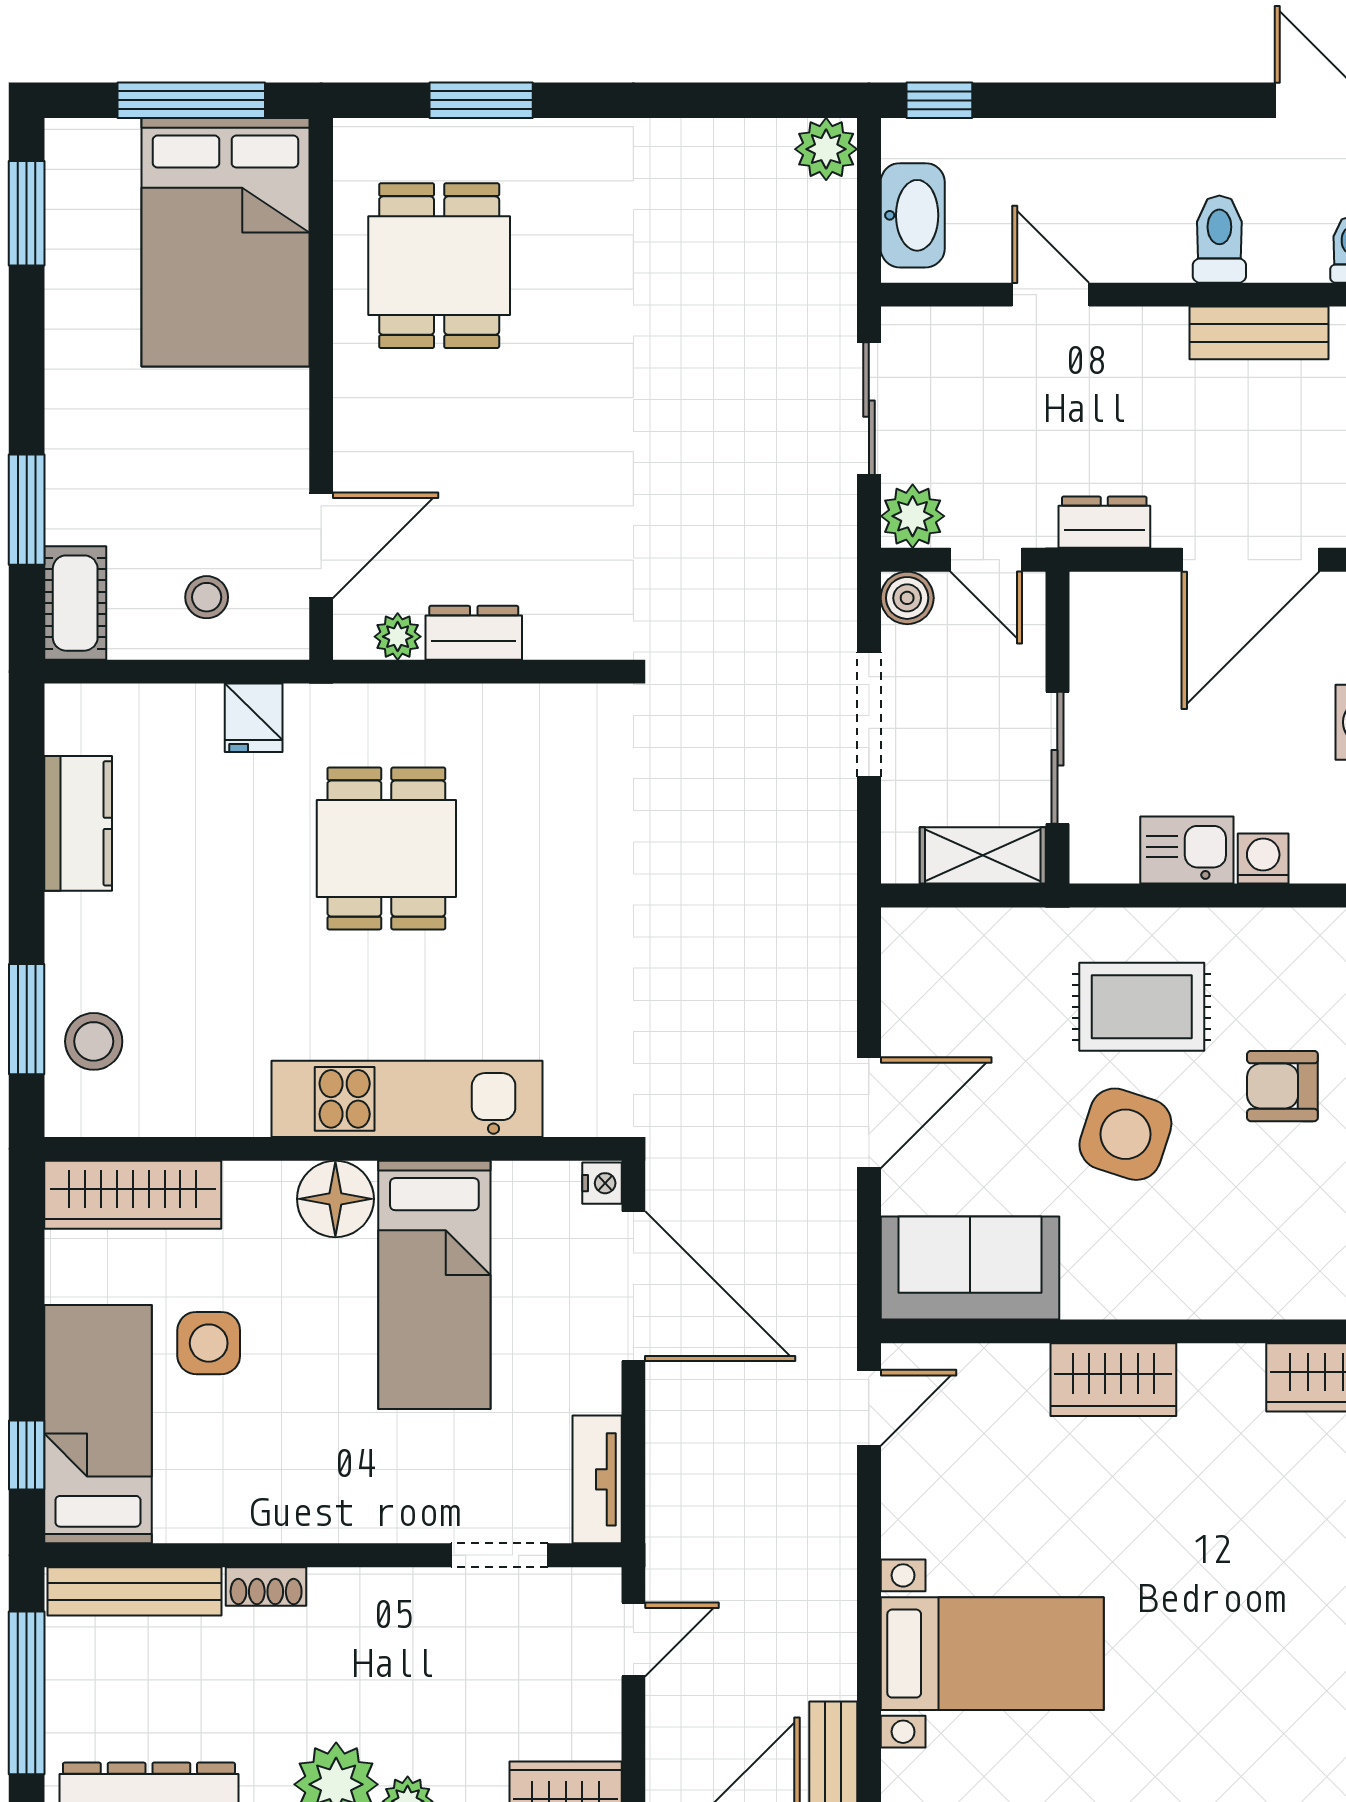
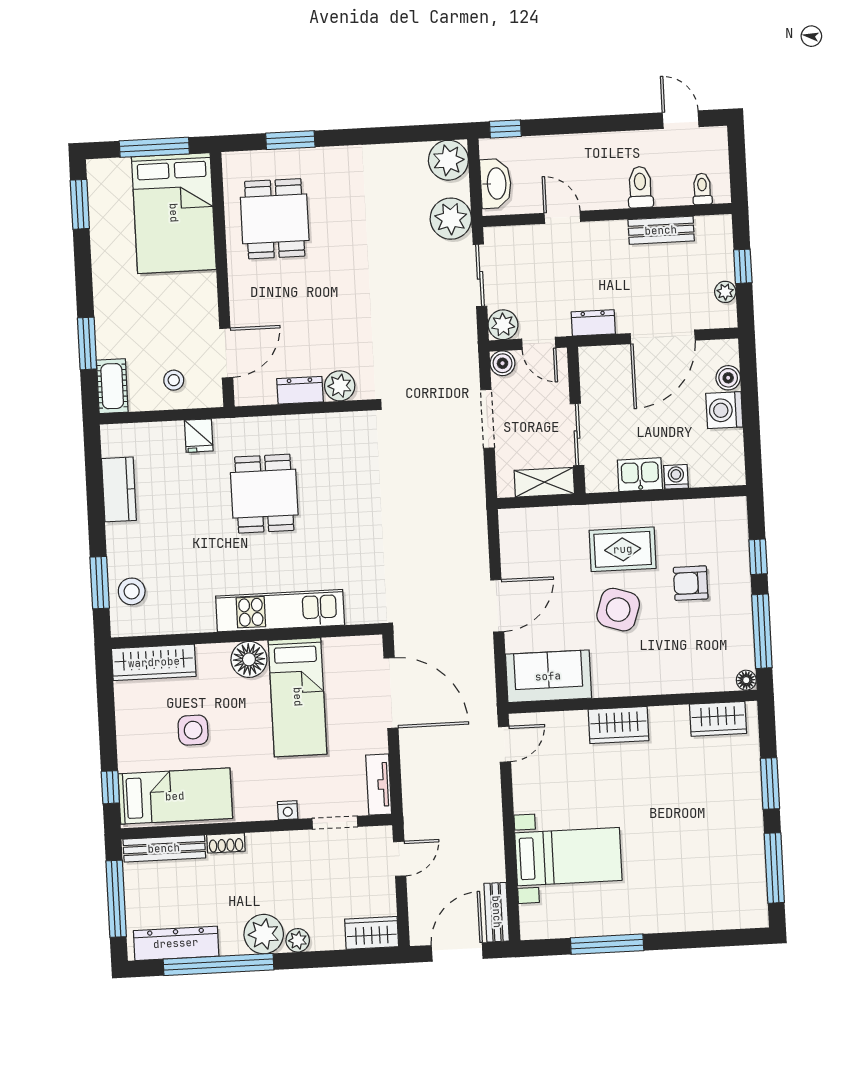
plant: (826, 149) -> (448, 160), width x1.36, depth x1.36
plant: (813, 285) -> (451, 219), added
plant: (398, 637) -> (340, 386), moved, width x1.38, depth x1.38
nightstand: (602, 1183) -> (288, 810), moved, turned 90
bed: (98, 1424) -> (175, 796), moved, turned 90

